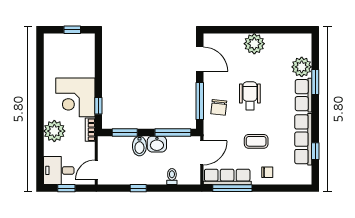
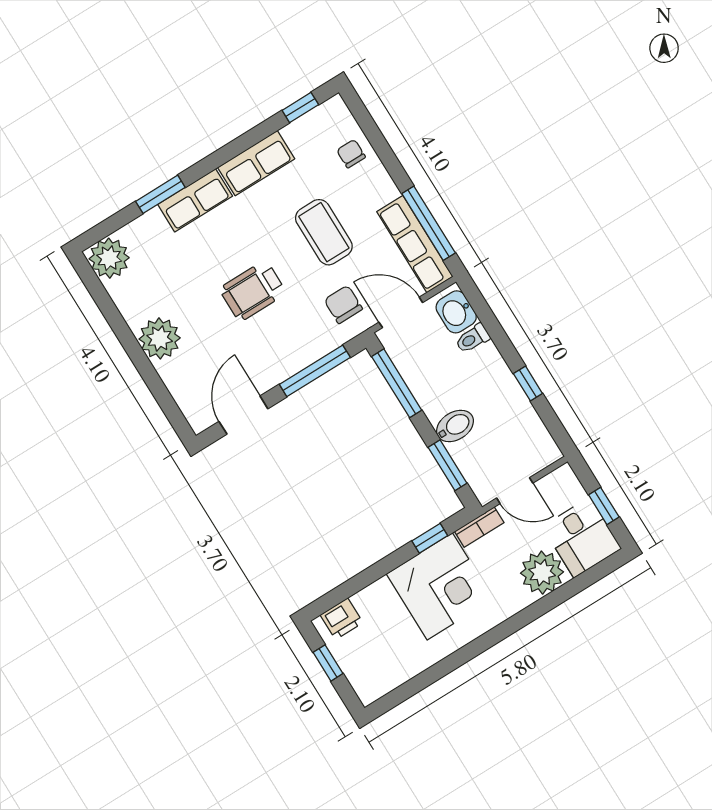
printer: (87, 47) -> (342, 619), added
plant: (302, 67) -> (109, 258), moved
chair: (219, 107) -> (343, 304), moved, turned -96
plant: (54, 131) -> (542, 573), moved
row of seats: (303, 139) -> (256, 163), width x0.68
coffee table: (256, 141) -> (324, 232), width x1.36, depth x1.30
washbasin: (157, 144) -> (456, 312), moved, turned 180
window: (315, 151) -> (300, 108), moved
door: (96, 170) -> (515, 491), moved
chair: (267, 172) -> (351, 154), moved

